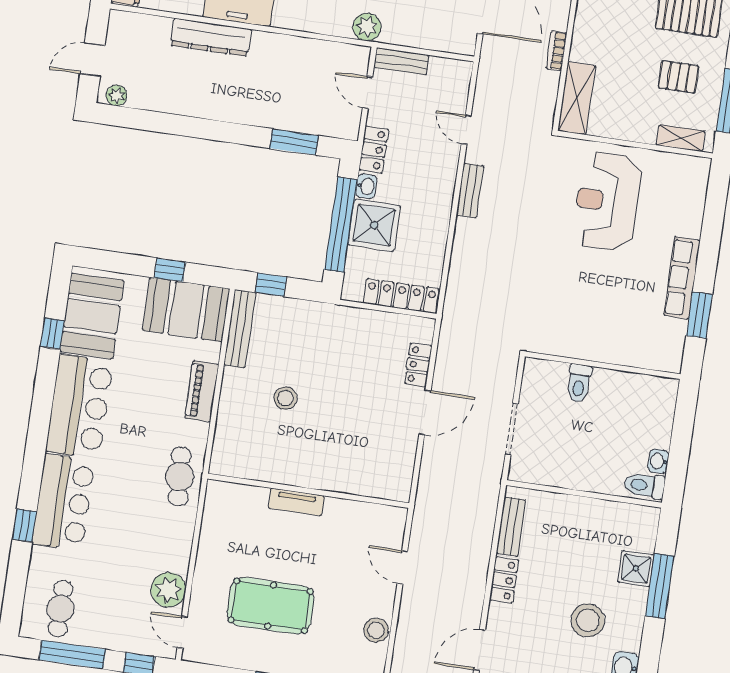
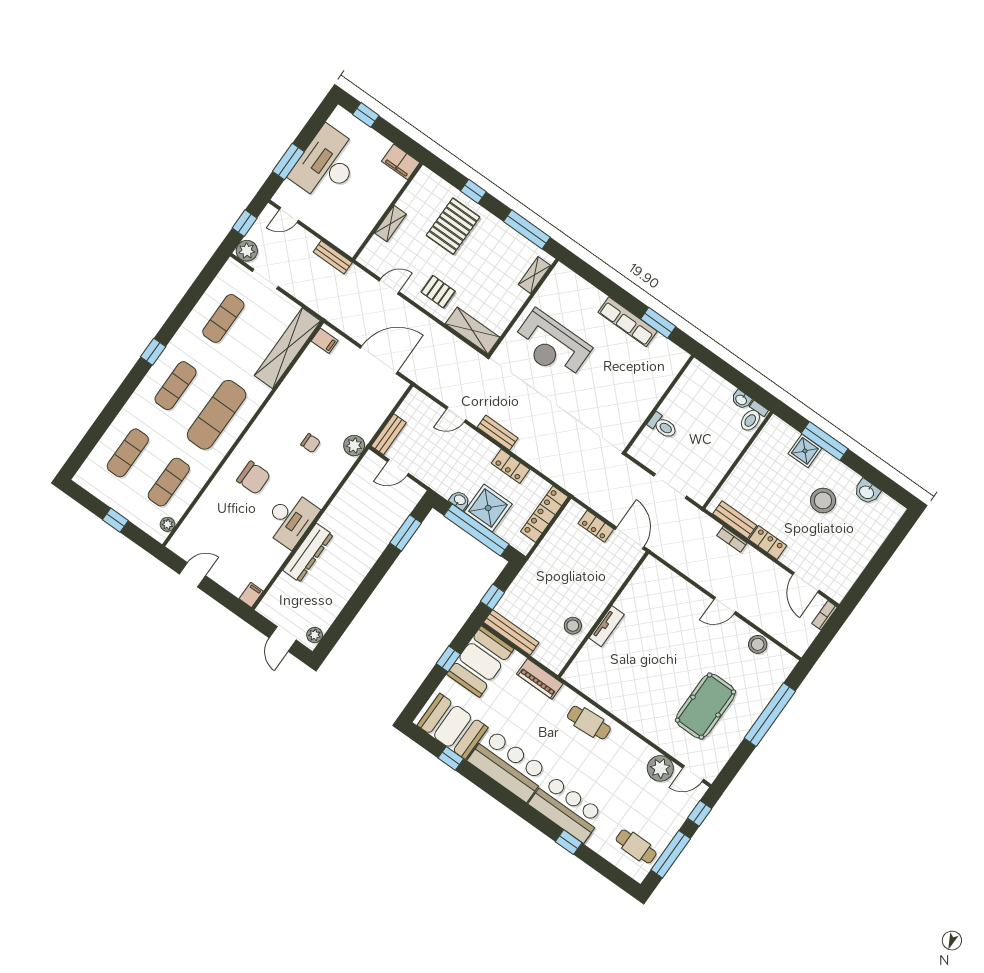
bookcase: (557, 51) -> (732, 539), moved
pallet: (678, 77) -> (438, 292), moved, turned 90
locker: (374, 149) -> (510, 466), moved, turned 180
wall: (308, 491) -> (603, 615), moved
tv unit: (296, 502) -> (607, 626), moved

